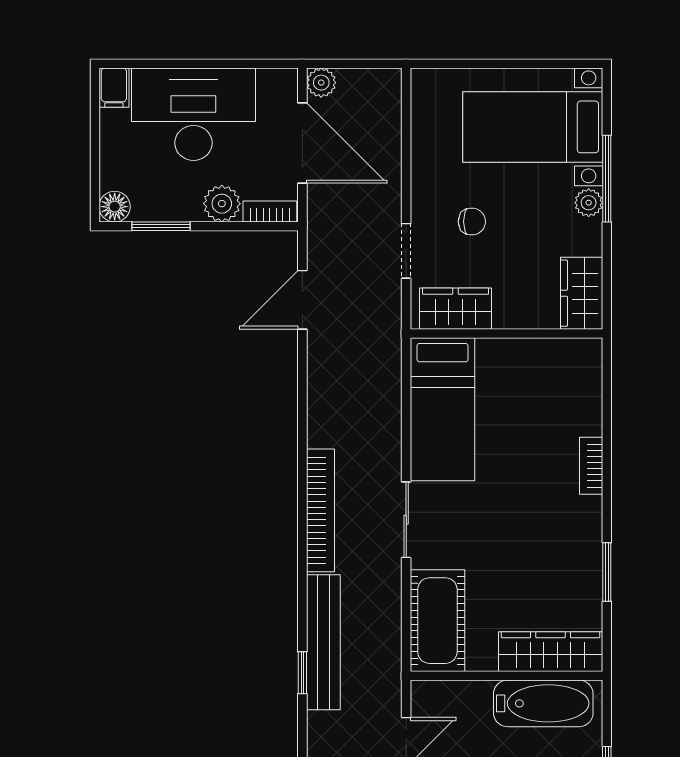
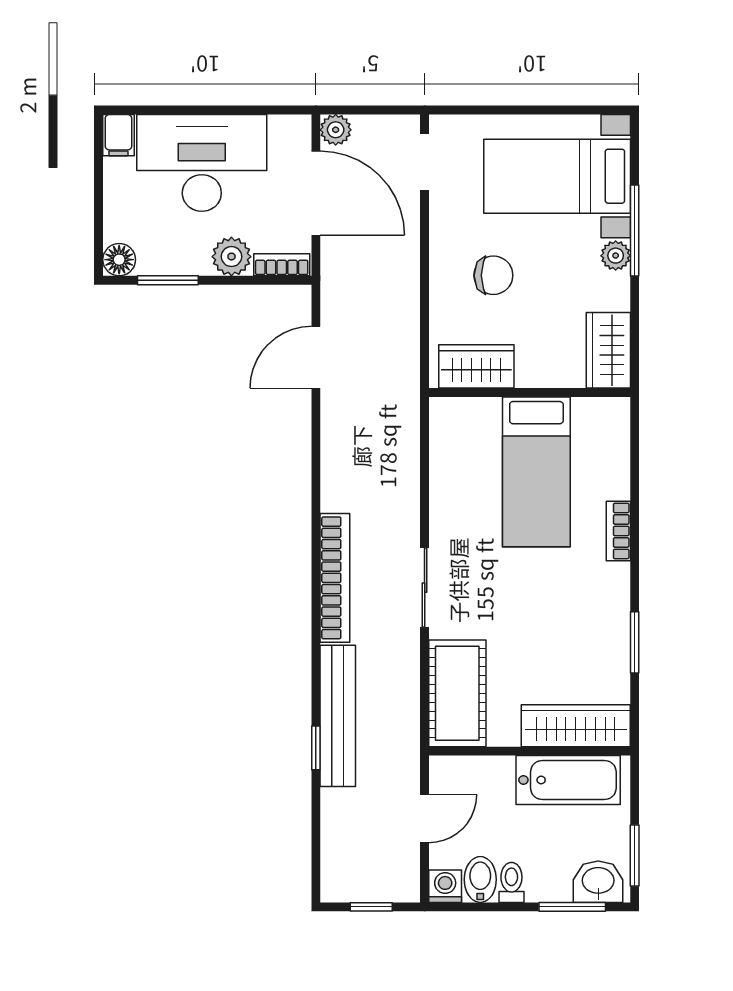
chair: (472, 222) -> (493, 275), width x1.37, depth x1.37
doorway: (406, 251) -> (425, 162), moved
bed: (443, 409) -> (536, 472), moved

